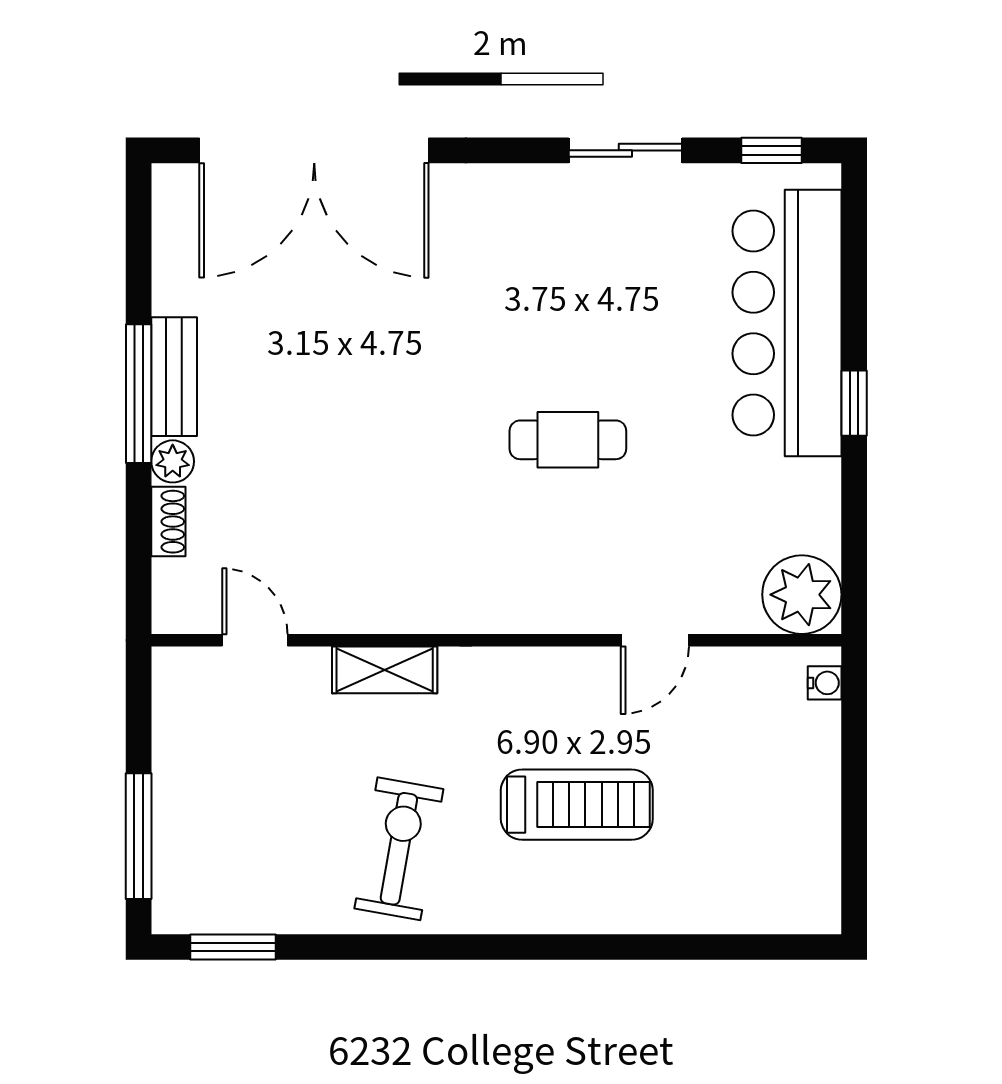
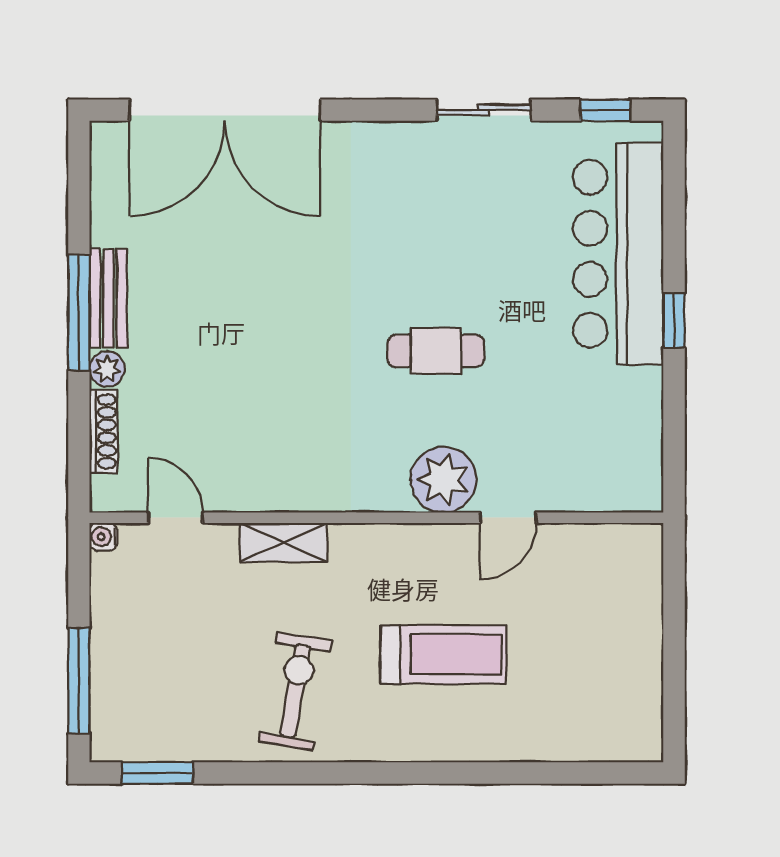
shoe rack: (168, 522) -> (104, 431), width x1.43
plant: (802, 595) -> (443, 480), moved
water cooler: (825, 683) -> (103, 537), moved, turned 180

